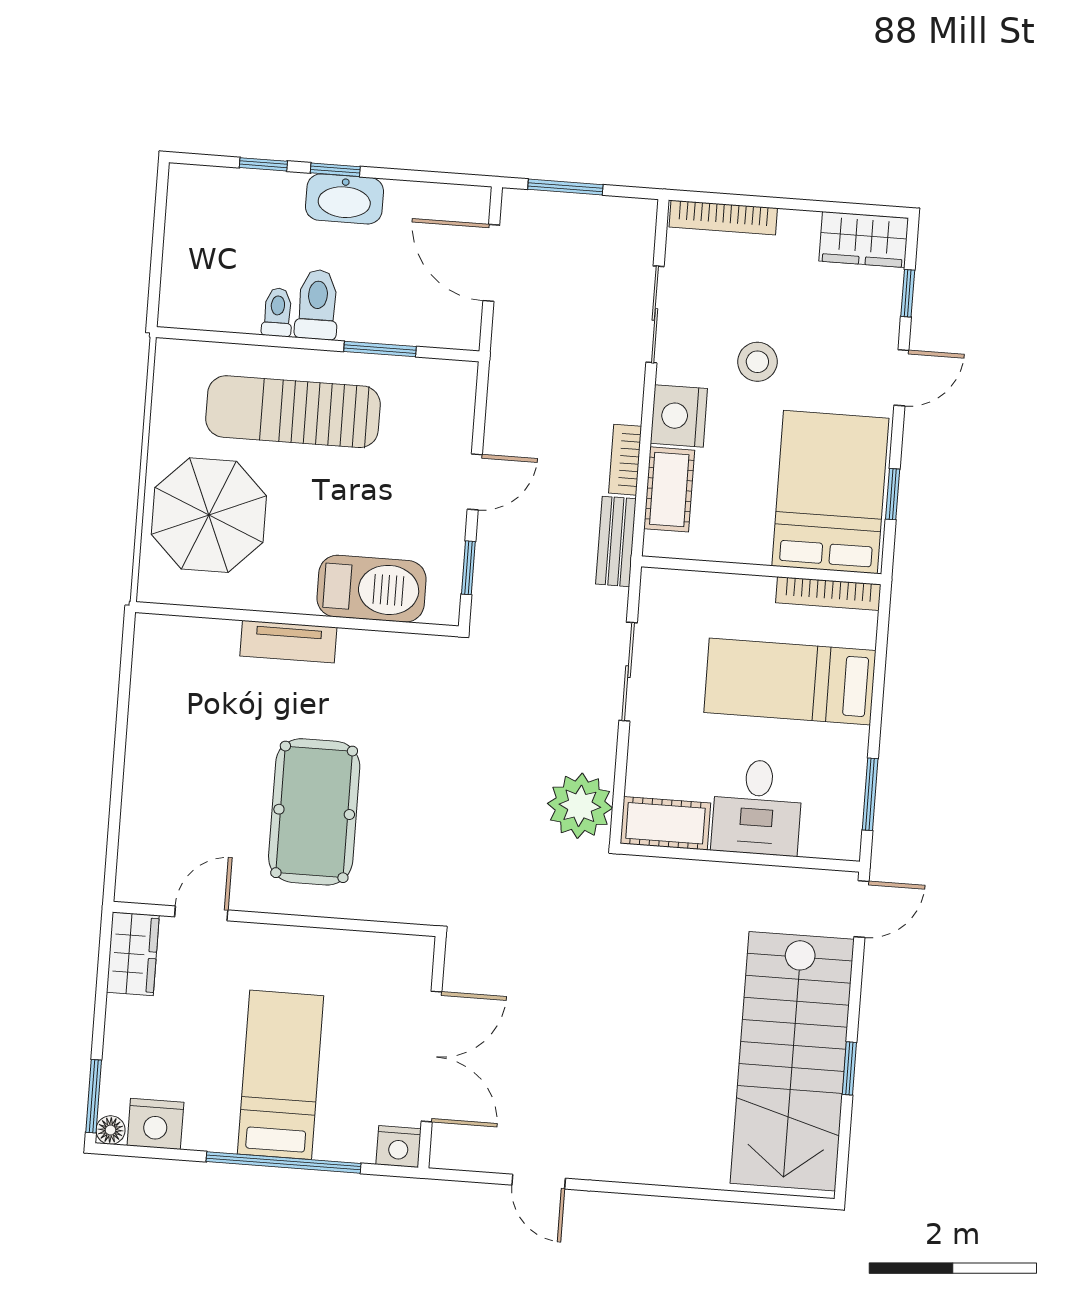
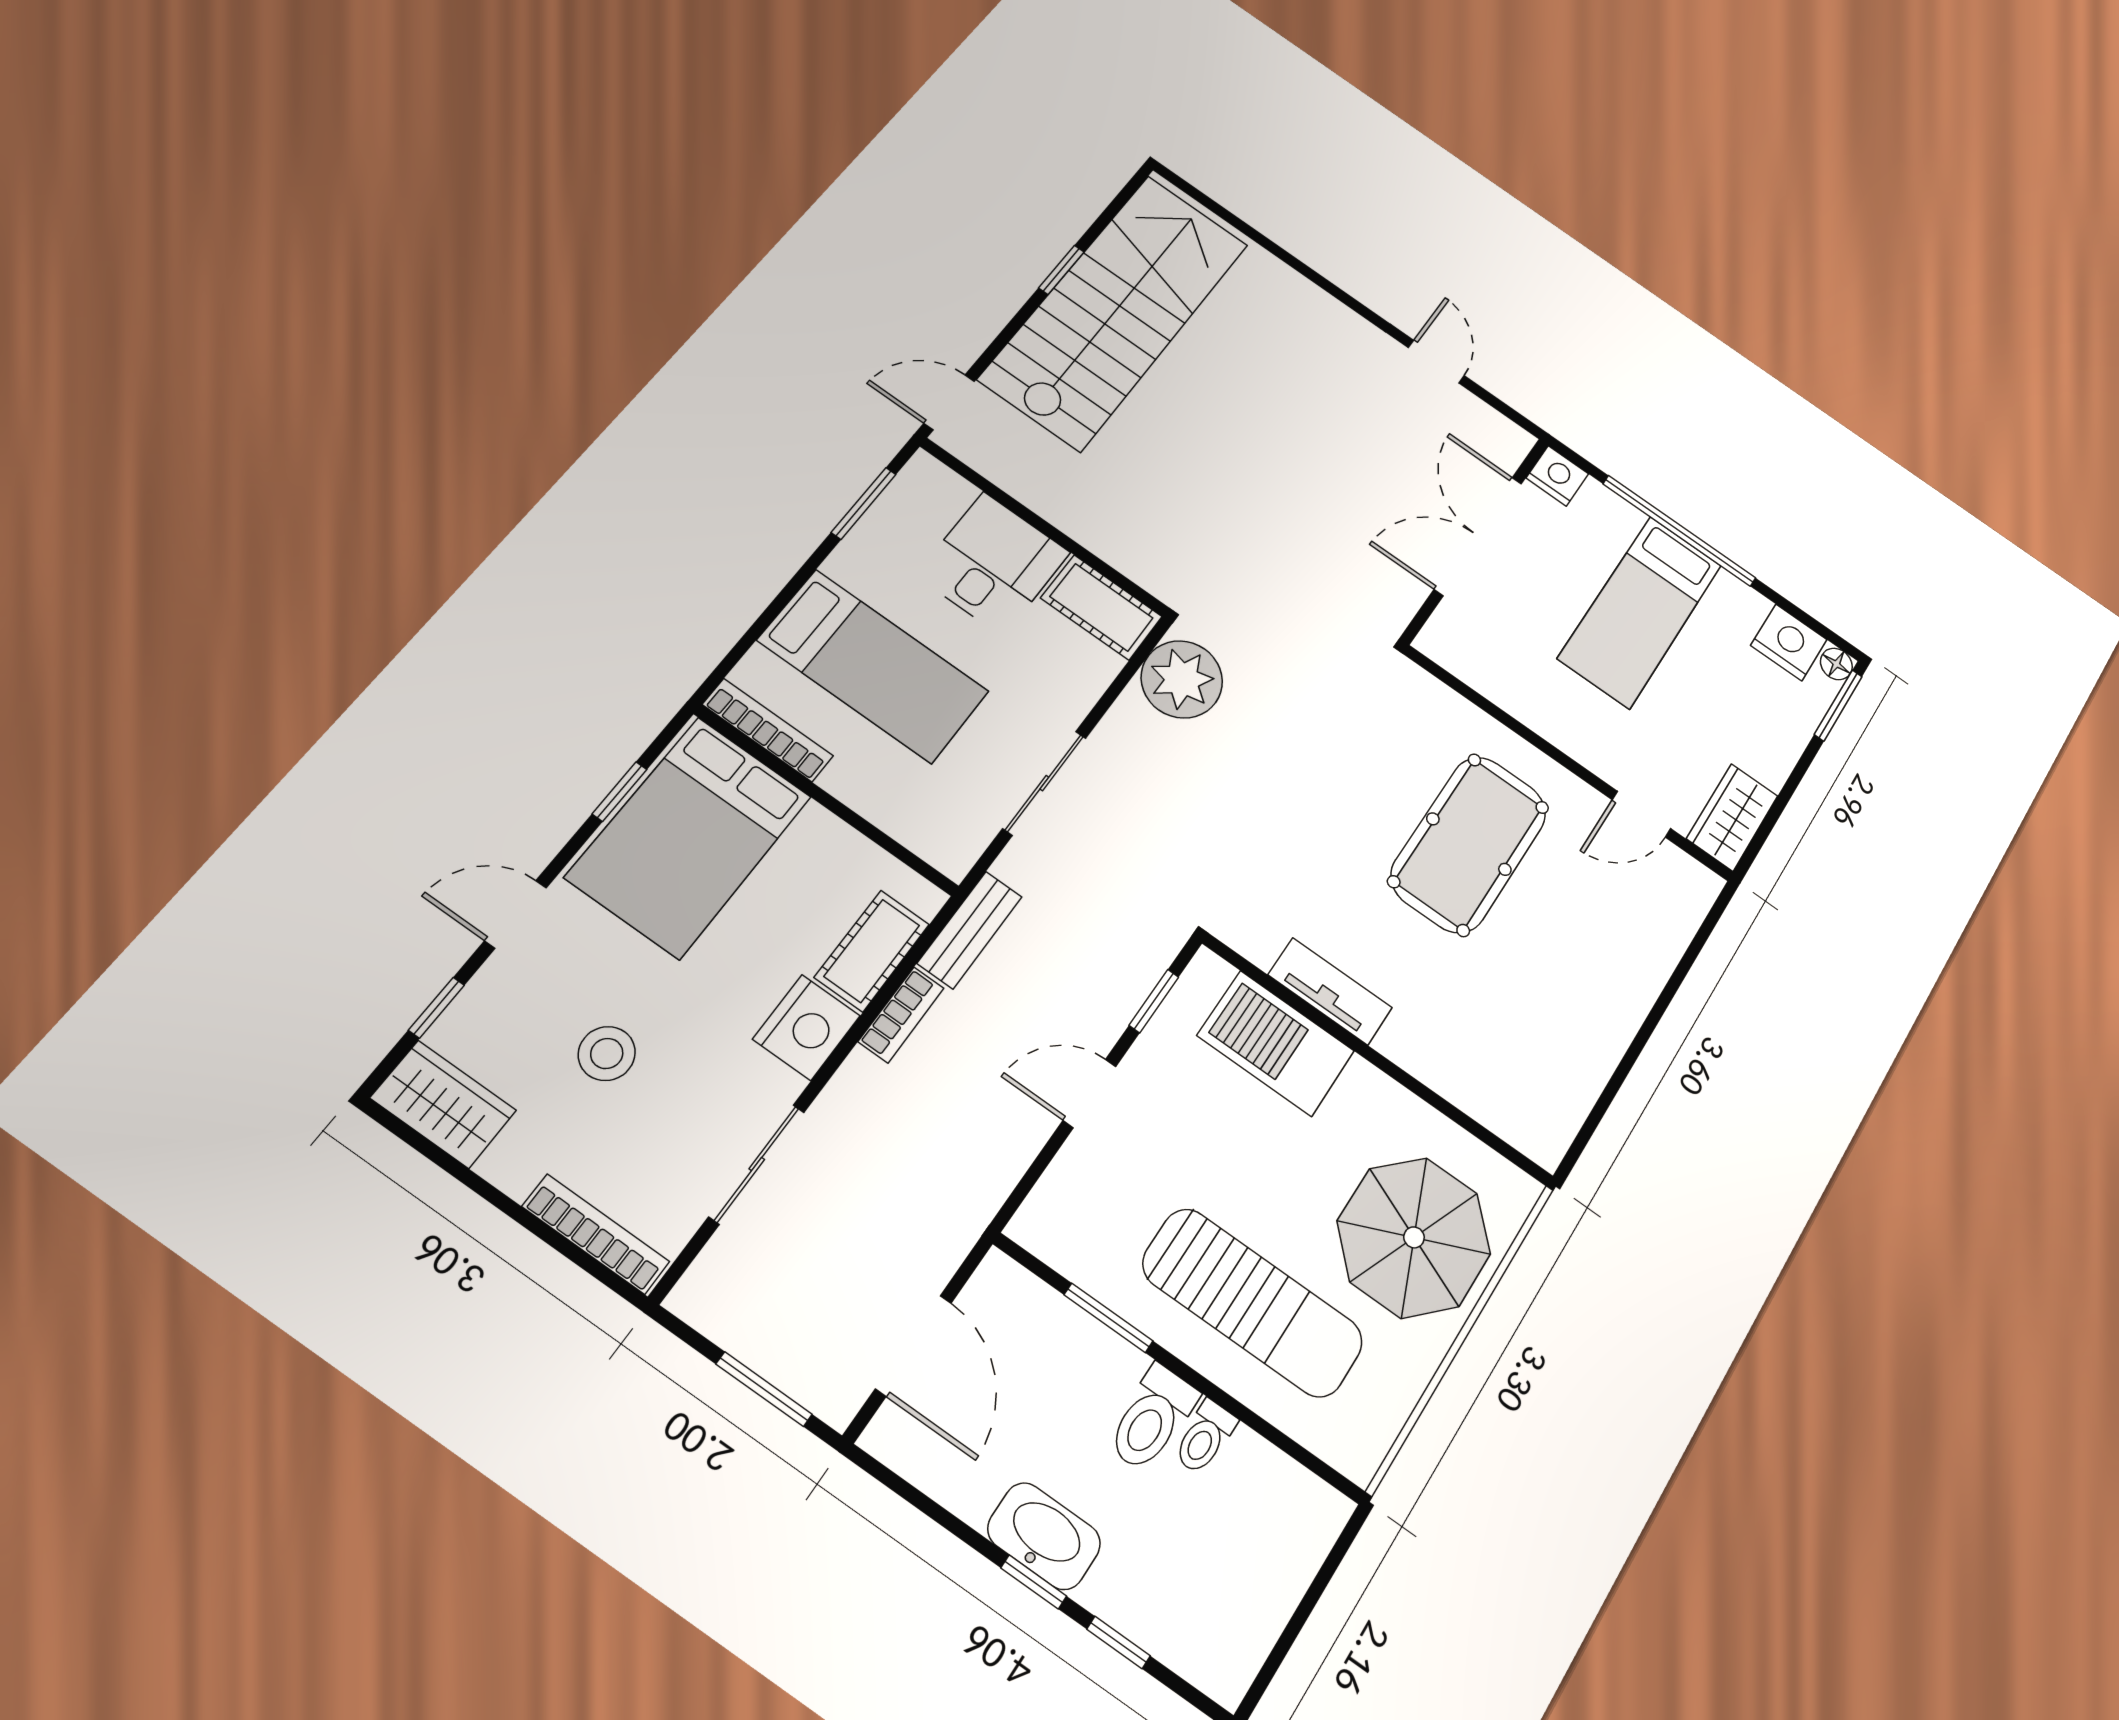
stool: (757, 362) -> (607, 1053), moved
tv unit: (288, 642) -> (1330, 991), moved

